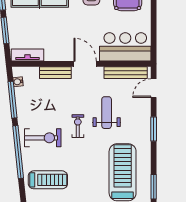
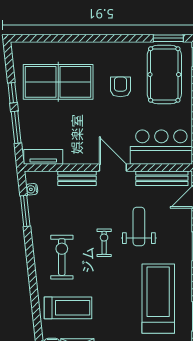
window: (13, 100) -> (25, 211), width x0.69
exercise bike: (43, 138) -> (62, 257), turned -90
window: (18, 152) -> (32, 274), removed

